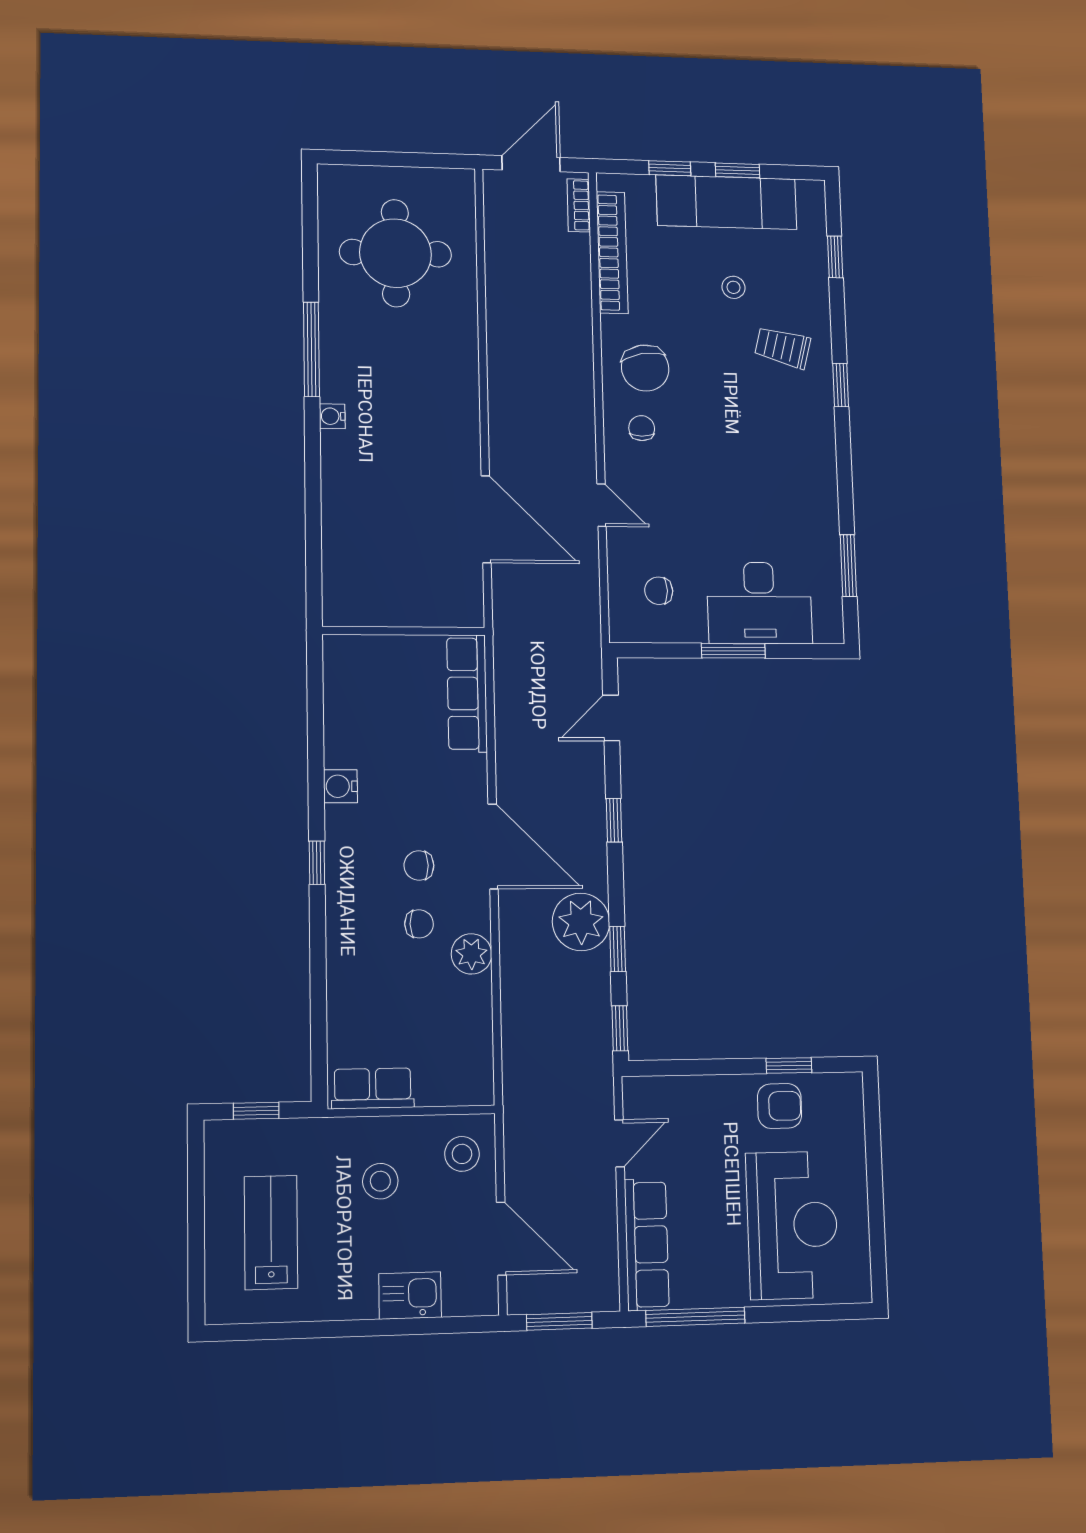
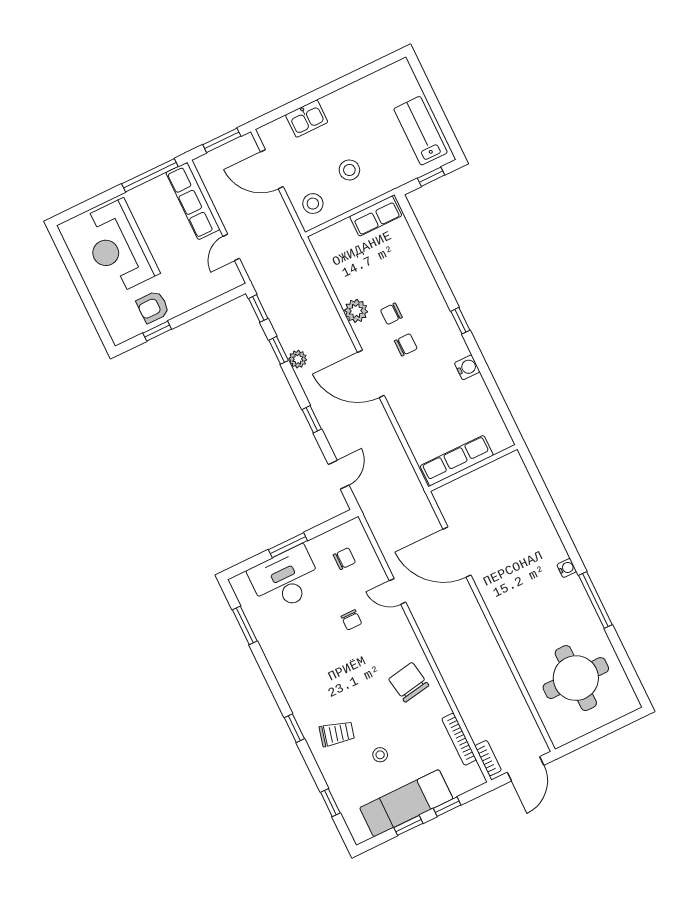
bookcase: (612, 253) -> (459, 739), width x0.68, depth x0.76
chair: (642, 428) -> (351, 620), moved
row of seats: (467, 693) -> (457, 461), moved, turned -90
plant: (581, 922) -> (298, 359), width x0.53, depth x0.53
lab bench: (271, 1232) -> (421, 131), moved, turned 180

